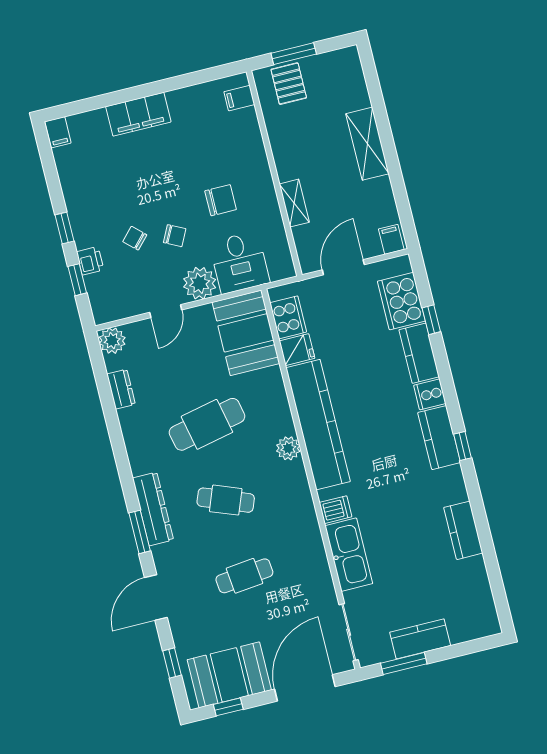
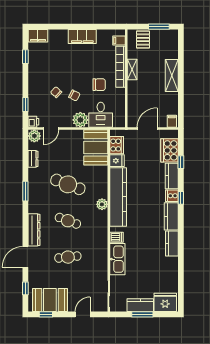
window: (294, 54) -> (159, 27), moved
filing cabinet: (138, 114) -> (82, 37), moved
filing cabinet: (58, 132) -> (38, 36), width x2.00
bookcase: (256, 152) -> (121, 67), added
shelving: (294, 203) -> (132, 69), moved
window: (64, 228) -> (25, 57), moved
printer: (90, 261) -> (33, 122), moved
door: (166, 311) -> (51, 129), moved
cafe table: (207, 424) -> (68, 184), turned 33
window: (462, 446) -> (181, 198), moved
dresser: (153, 509) -> (34, 230), moved
kitchen counter: (463, 530) -> (172, 244), moved
window: (140, 532) -> (25, 191), moved
fridge: (471, 620) -> (165, 302), added
window: (404, 663) -> (142, 314), moved
door: (305, 688) -> (83, 314), width x0.53

